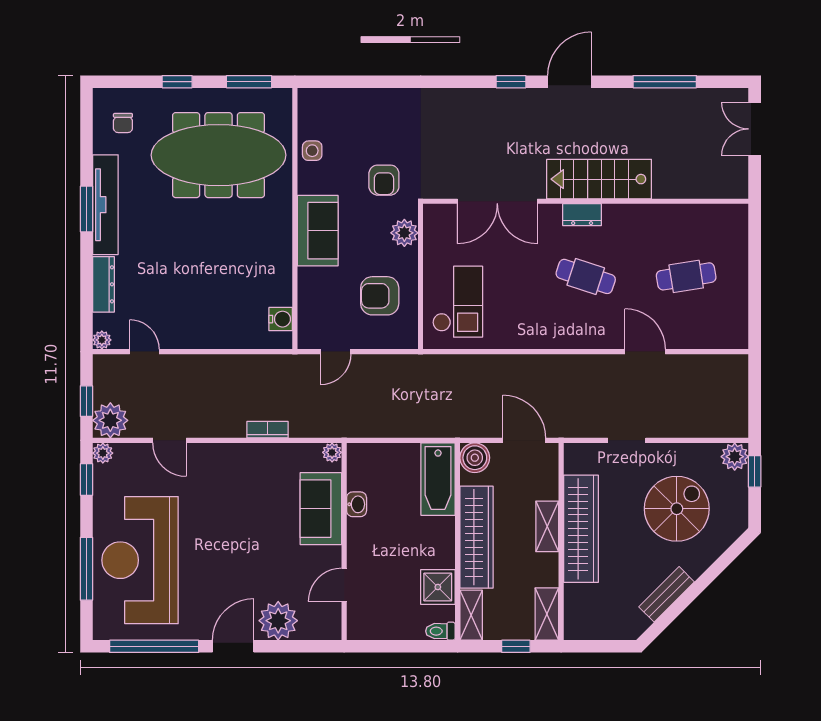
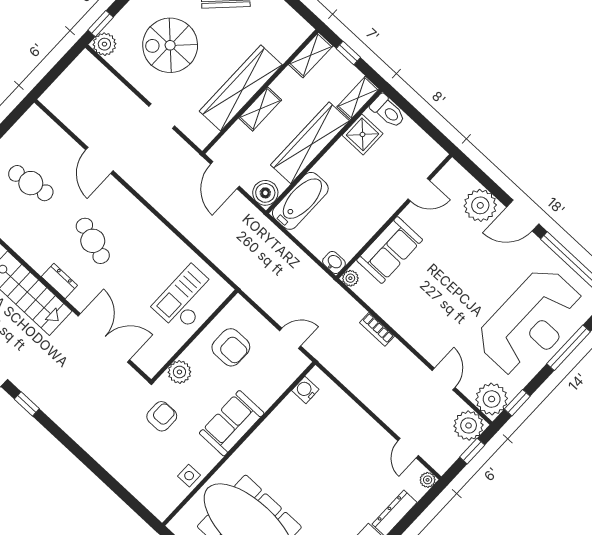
plant: (103, 453) -> (492, 399), width x1.88, depth x1.88
washbasin: (357, 504) -> (334, 262), moved, turned 90
toilet: (440, 631) -> (388, 111), width x1.37, depth x1.39

